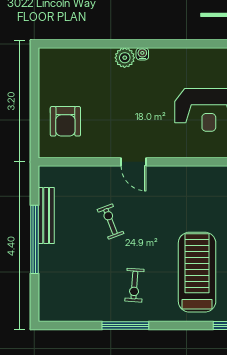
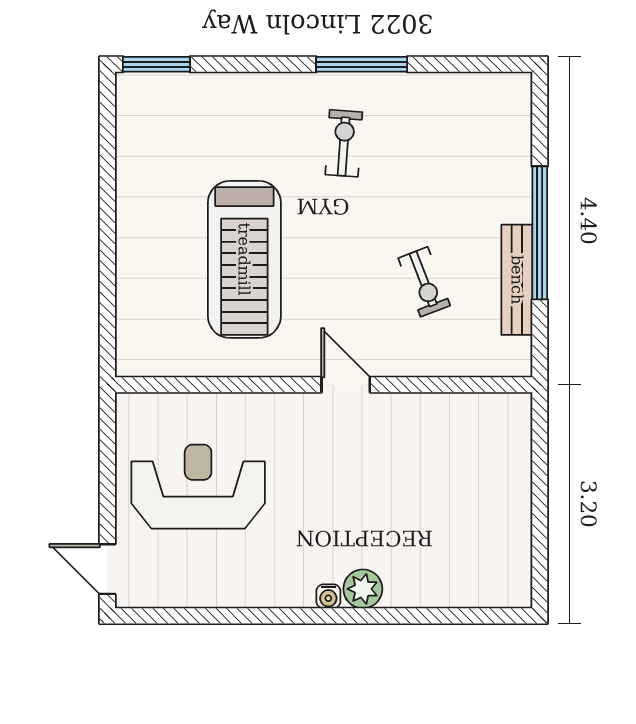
armchair: (65, 121) -> (479, 464), removed
exercise bike: (110, 221) -> (424, 282), moved
treadmill: (197, 272) -> (244, 259), moved

